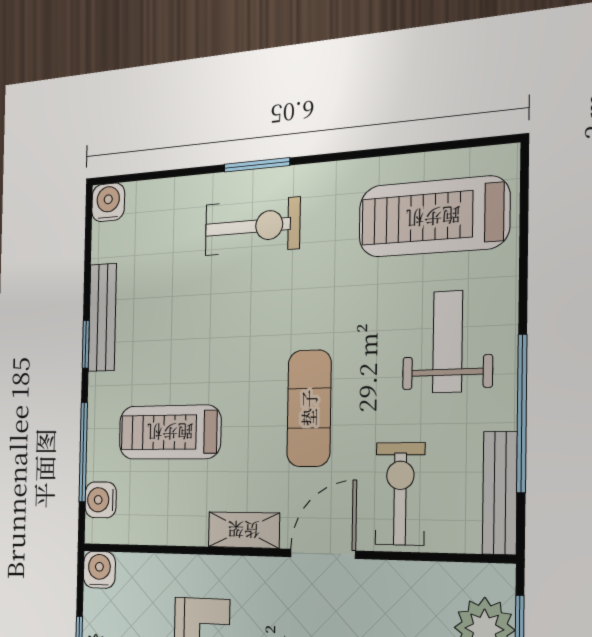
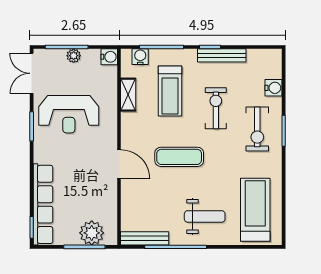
water cooler: (108, 202) -> (274, 88), moved
treadmill: (170, 432) -> (170, 91), turned 180
exercise bike: (400, 494) -> (216, 108), moved, turned -90
shelving: (244, 530) -> (128, 95), moved

